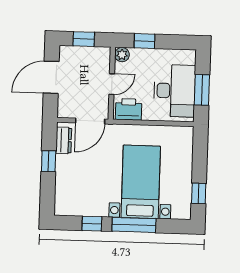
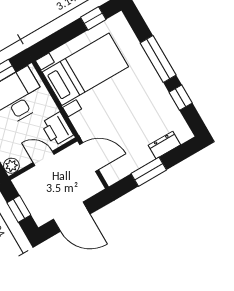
dresser: (64, 140) -> (164, 145), moved
window: (49, 161) -> (149, 172), width x1.50
bed with nightstands: (141, 182) -> (85, 69), moved, turned 180

